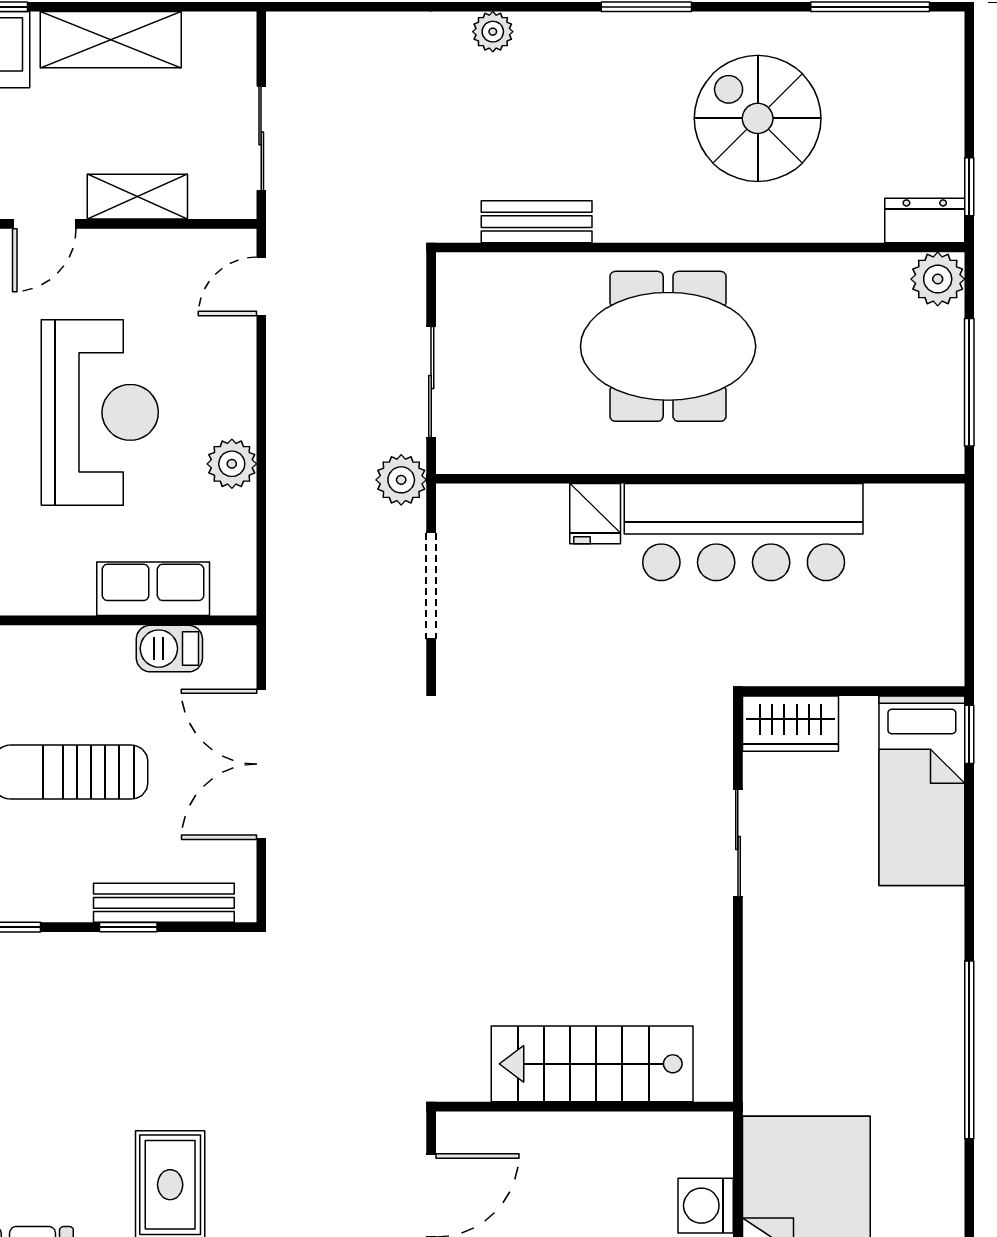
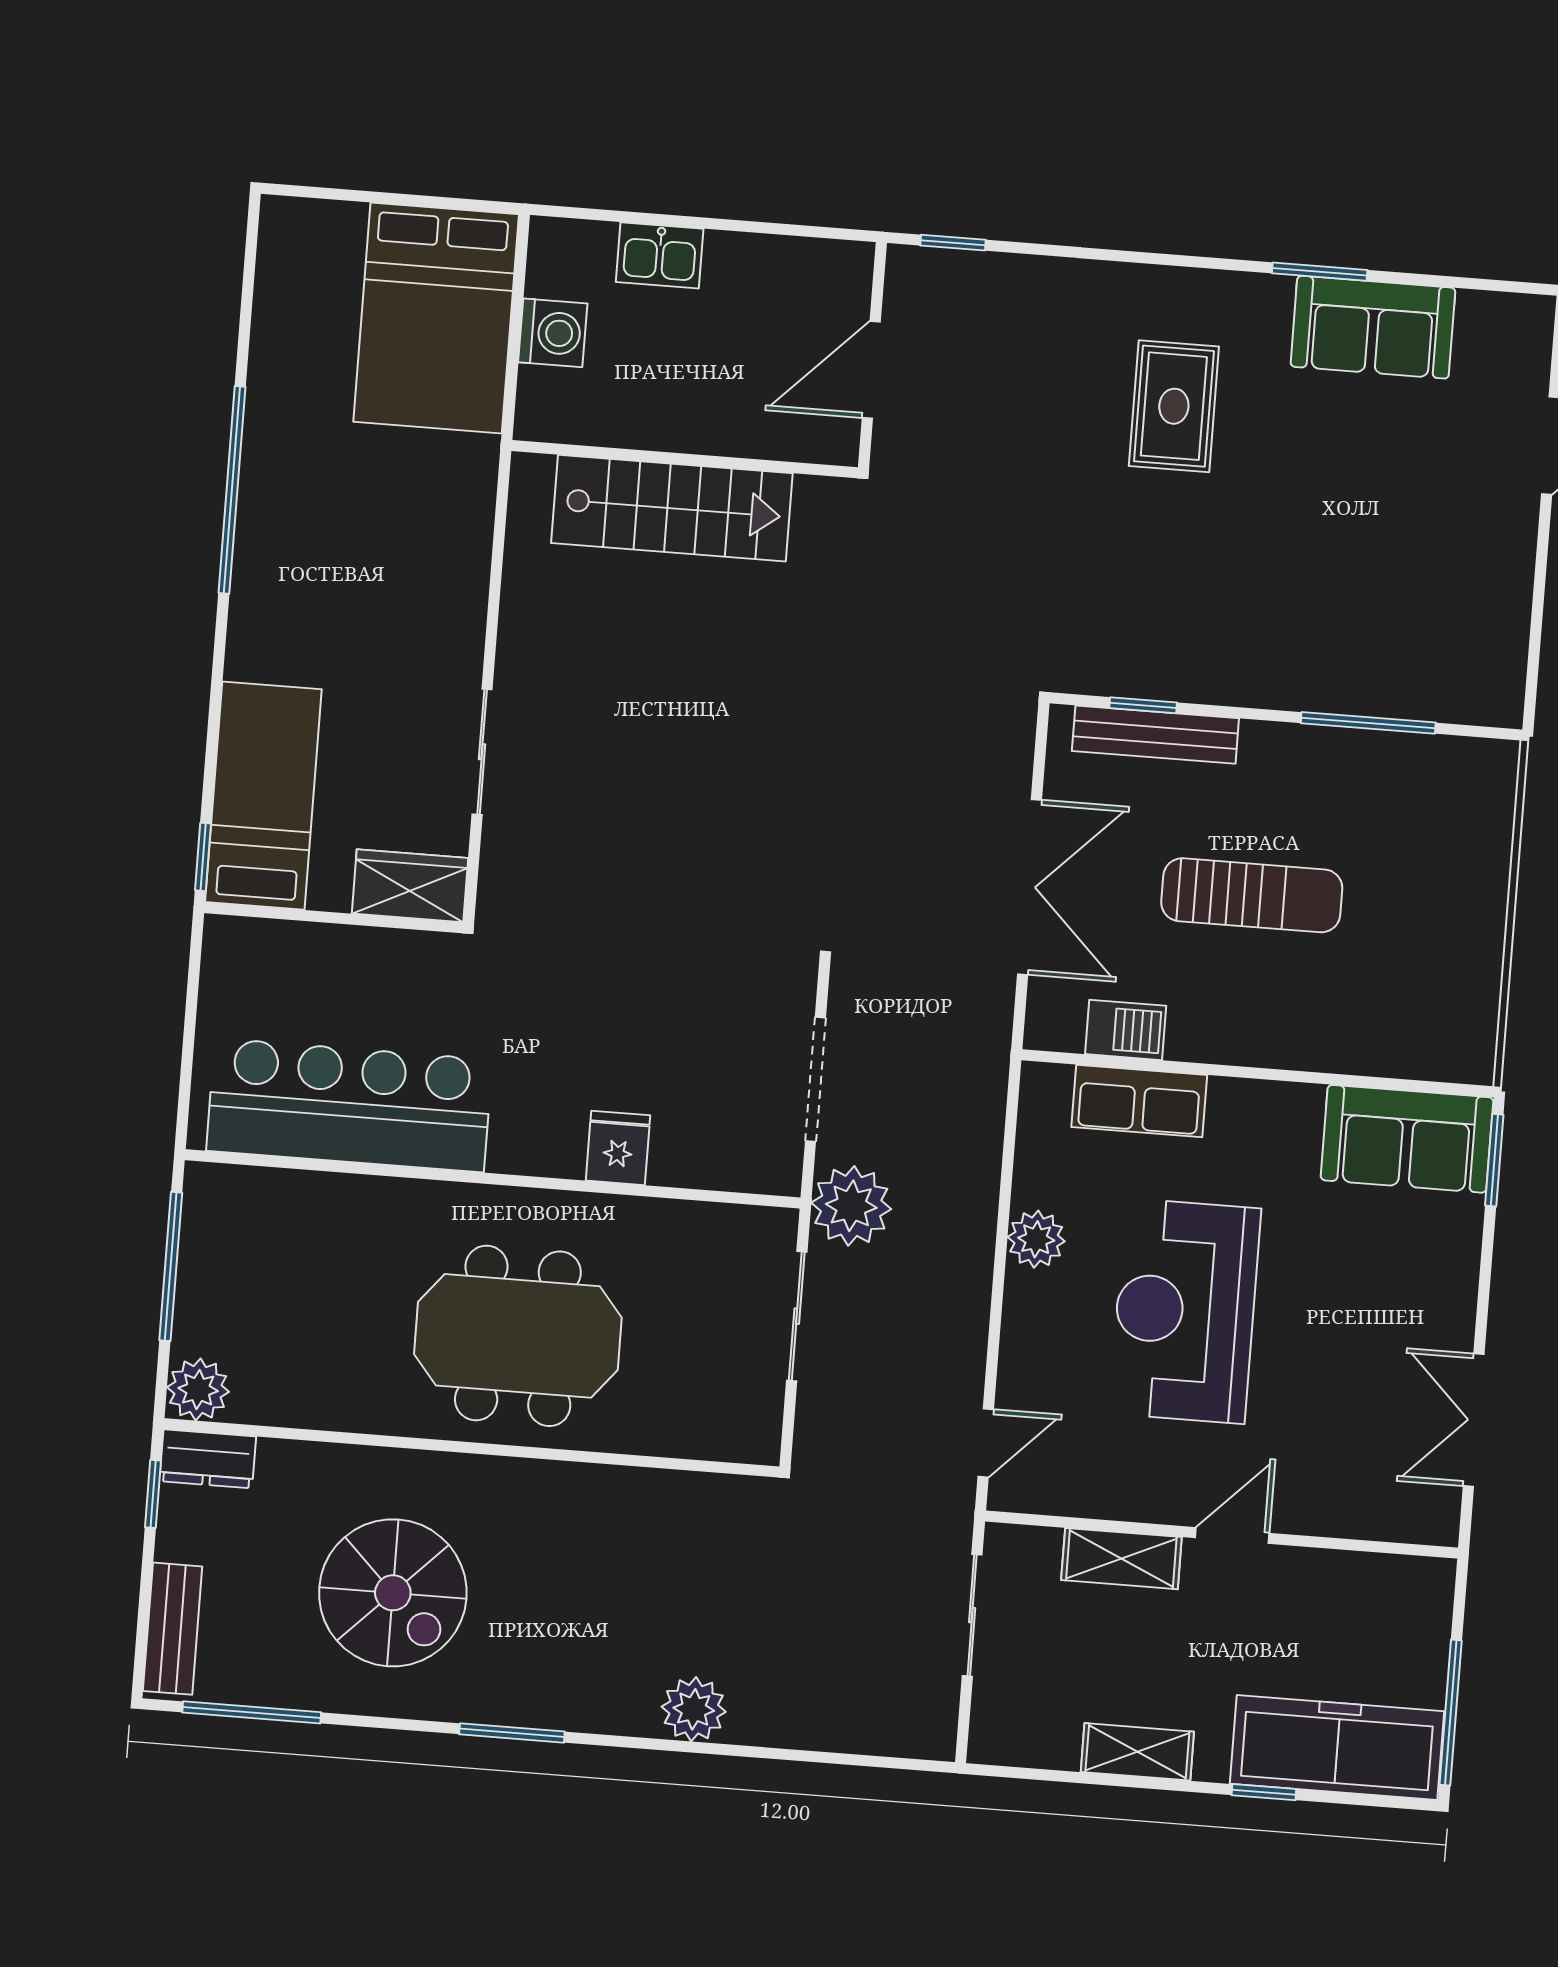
plant: (493, 32) -> (694, 1709), width x1.38, depth x1.38
shelving: (111, 40) -> (1137, 1752), width x0.67, depth x0.75
bench: (537, 222) -> (173, 1629), moved, turned 90
plant: (401, 480) -> (851, 1206), width x1.36, depth x1.36
bar counter: (744, 532) -> (349, 1105), moved
window: (128, 927) -> (1143, 705), moved

